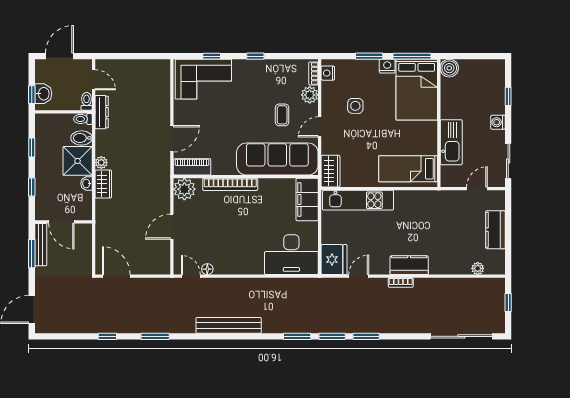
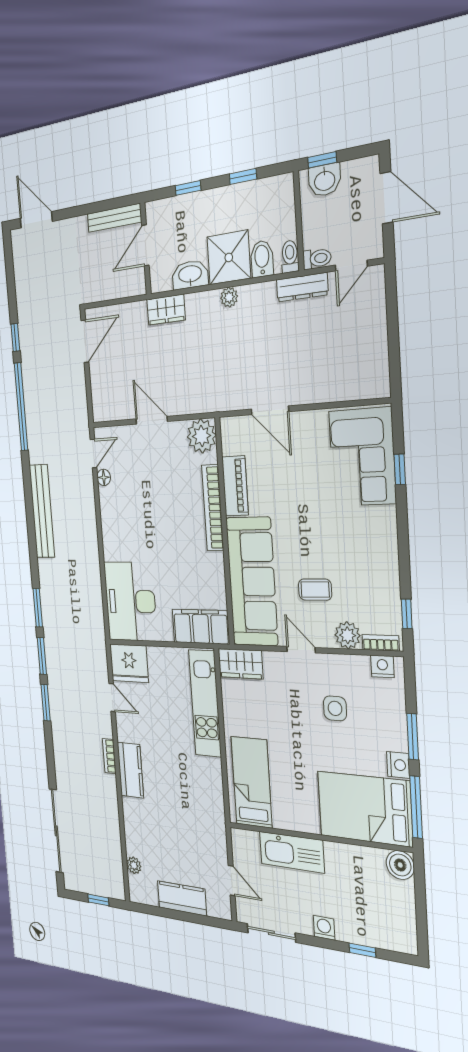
window: (255, 56) -> (407, 614), moved
piano: (192, 167) -> (235, 486), moved
washbasin: (87, 184) -> (190, 275), width x1.91, depth x1.45
wardrobe: (103, 184) -> (166, 310), moved
window: (32, 254) -> (102, 206), removed
window: (155, 336) -> (21, 407), width x2.11

